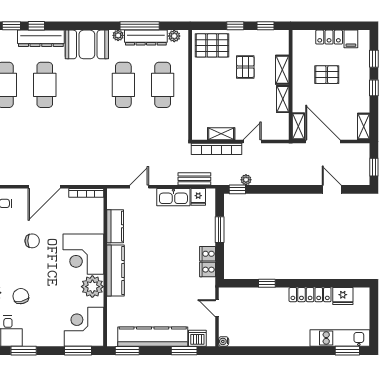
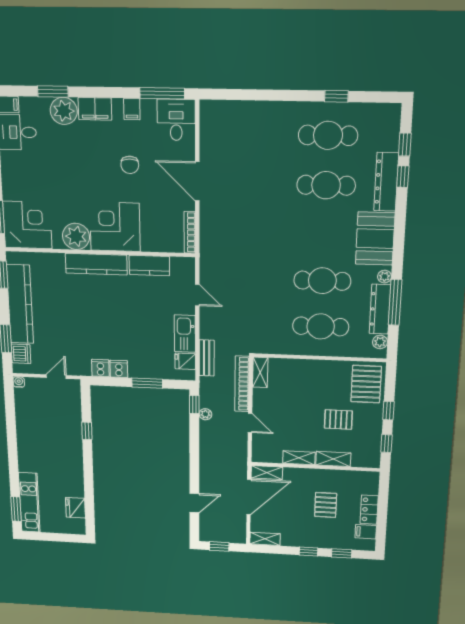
shelving: (221, 134) -> (260, 372), moved
locker: (310, 295) -> (76, 475), removed
chair: (21, 296) -> (61, 149), removed

